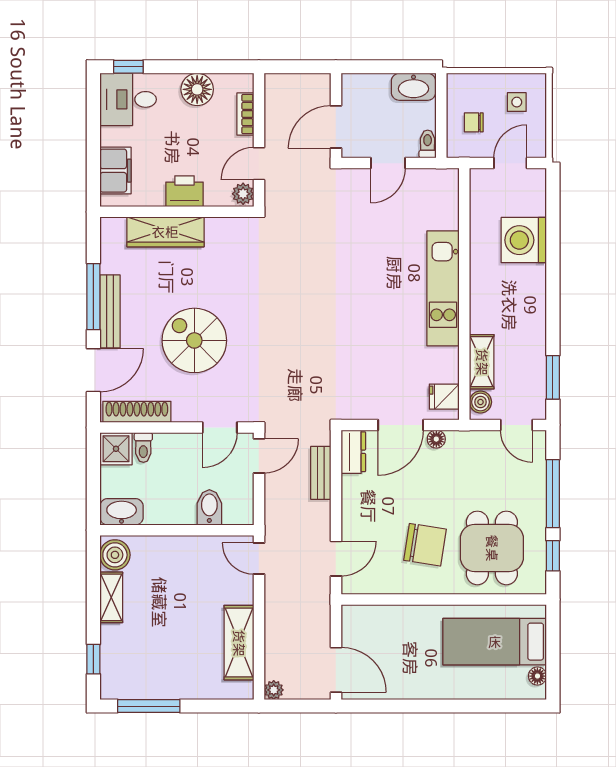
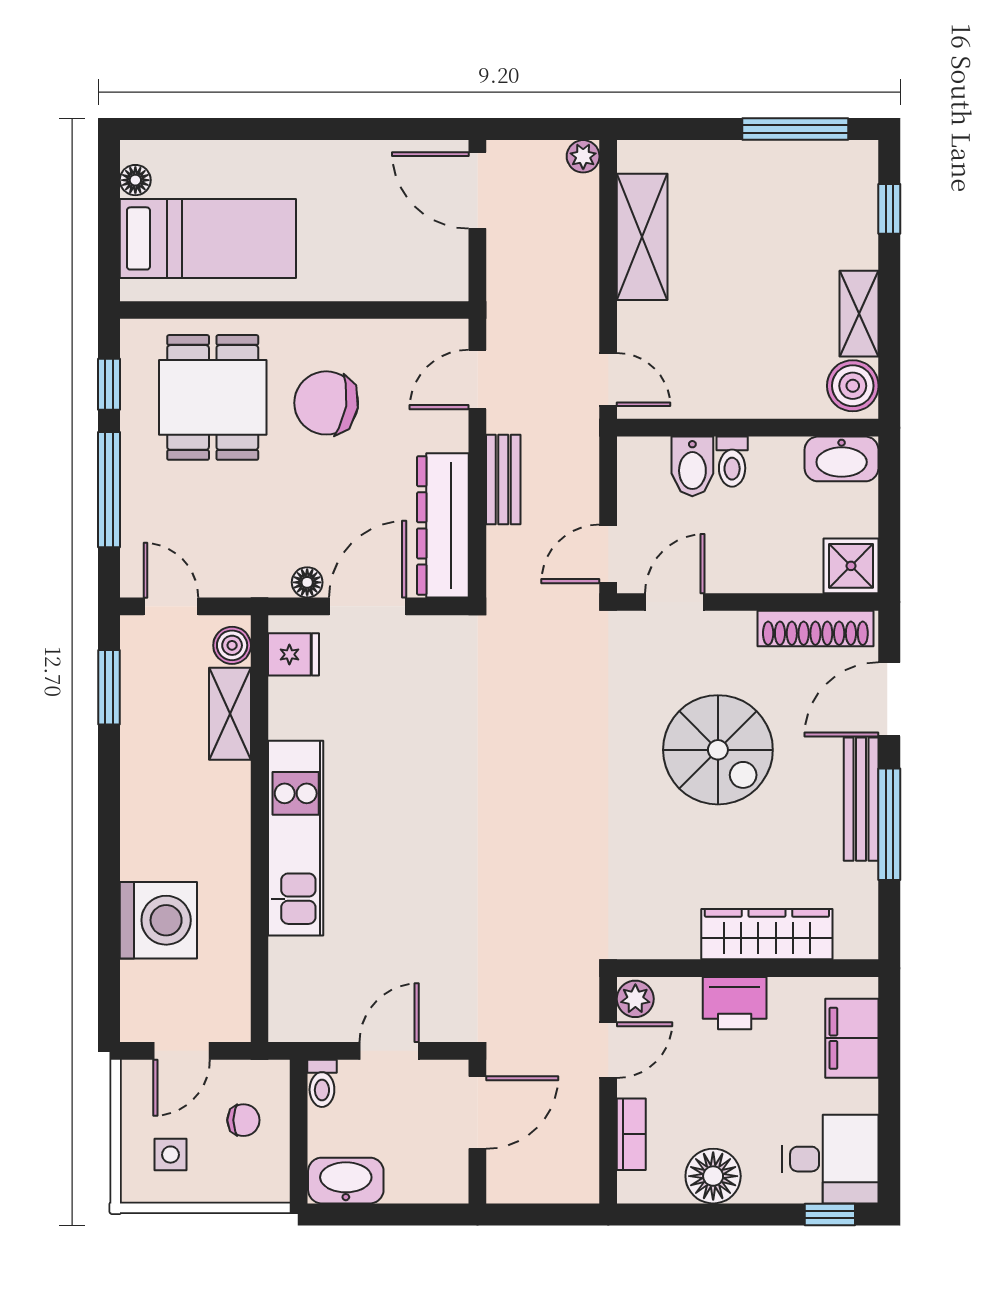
toilet: (143, 447) -> (732, 462), moved, turned 180
dresser: (353, 452) -> (443, 525), width x1.96, depth x1.24
bench: (321, 473) -> (503, 479), moved

